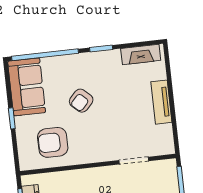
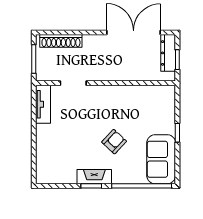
fireplace: (141, 54) -> (94, 177), moved
tv unit: (161, 102) -> (43, 104), moved
armchair: (53, 142) -> (143, 107), removed

